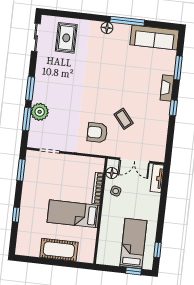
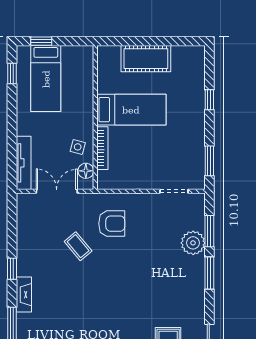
tv unit: (157, 178) -> (24, 163), width x1.41

